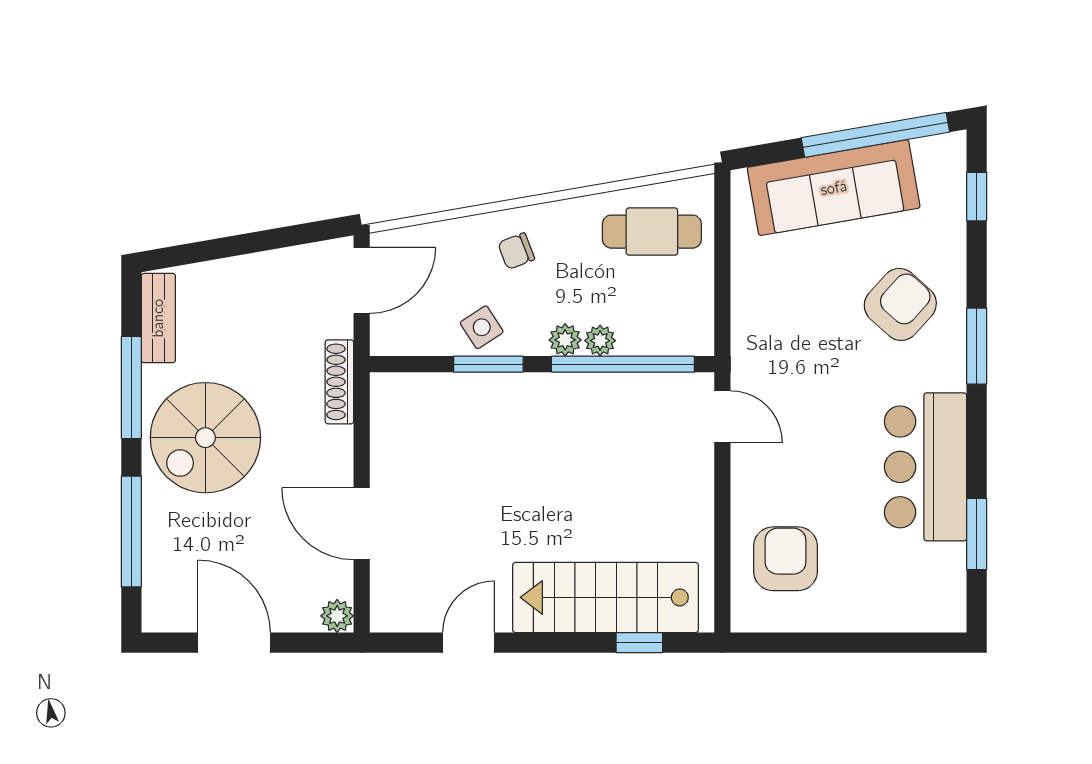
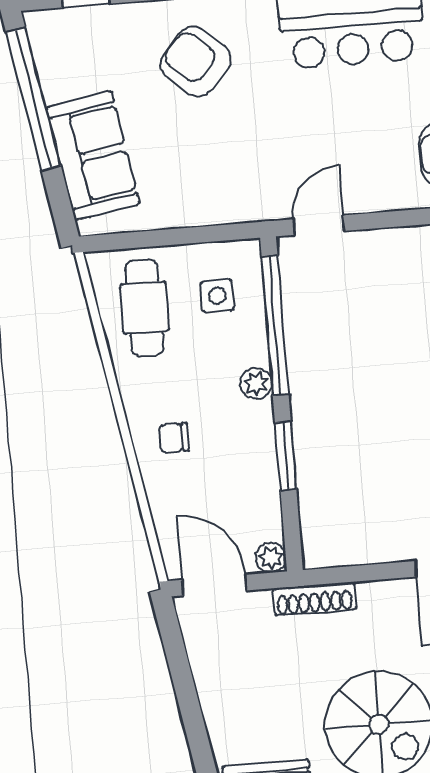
sofa: (834, 188) -> (93, 156), width x0.73
chair: (516, 251) -> (174, 438), turned 111
side table: (482, 327) -> (217, 296), moved, turned 33
plant: (600, 341) -> (271, 558), moved

